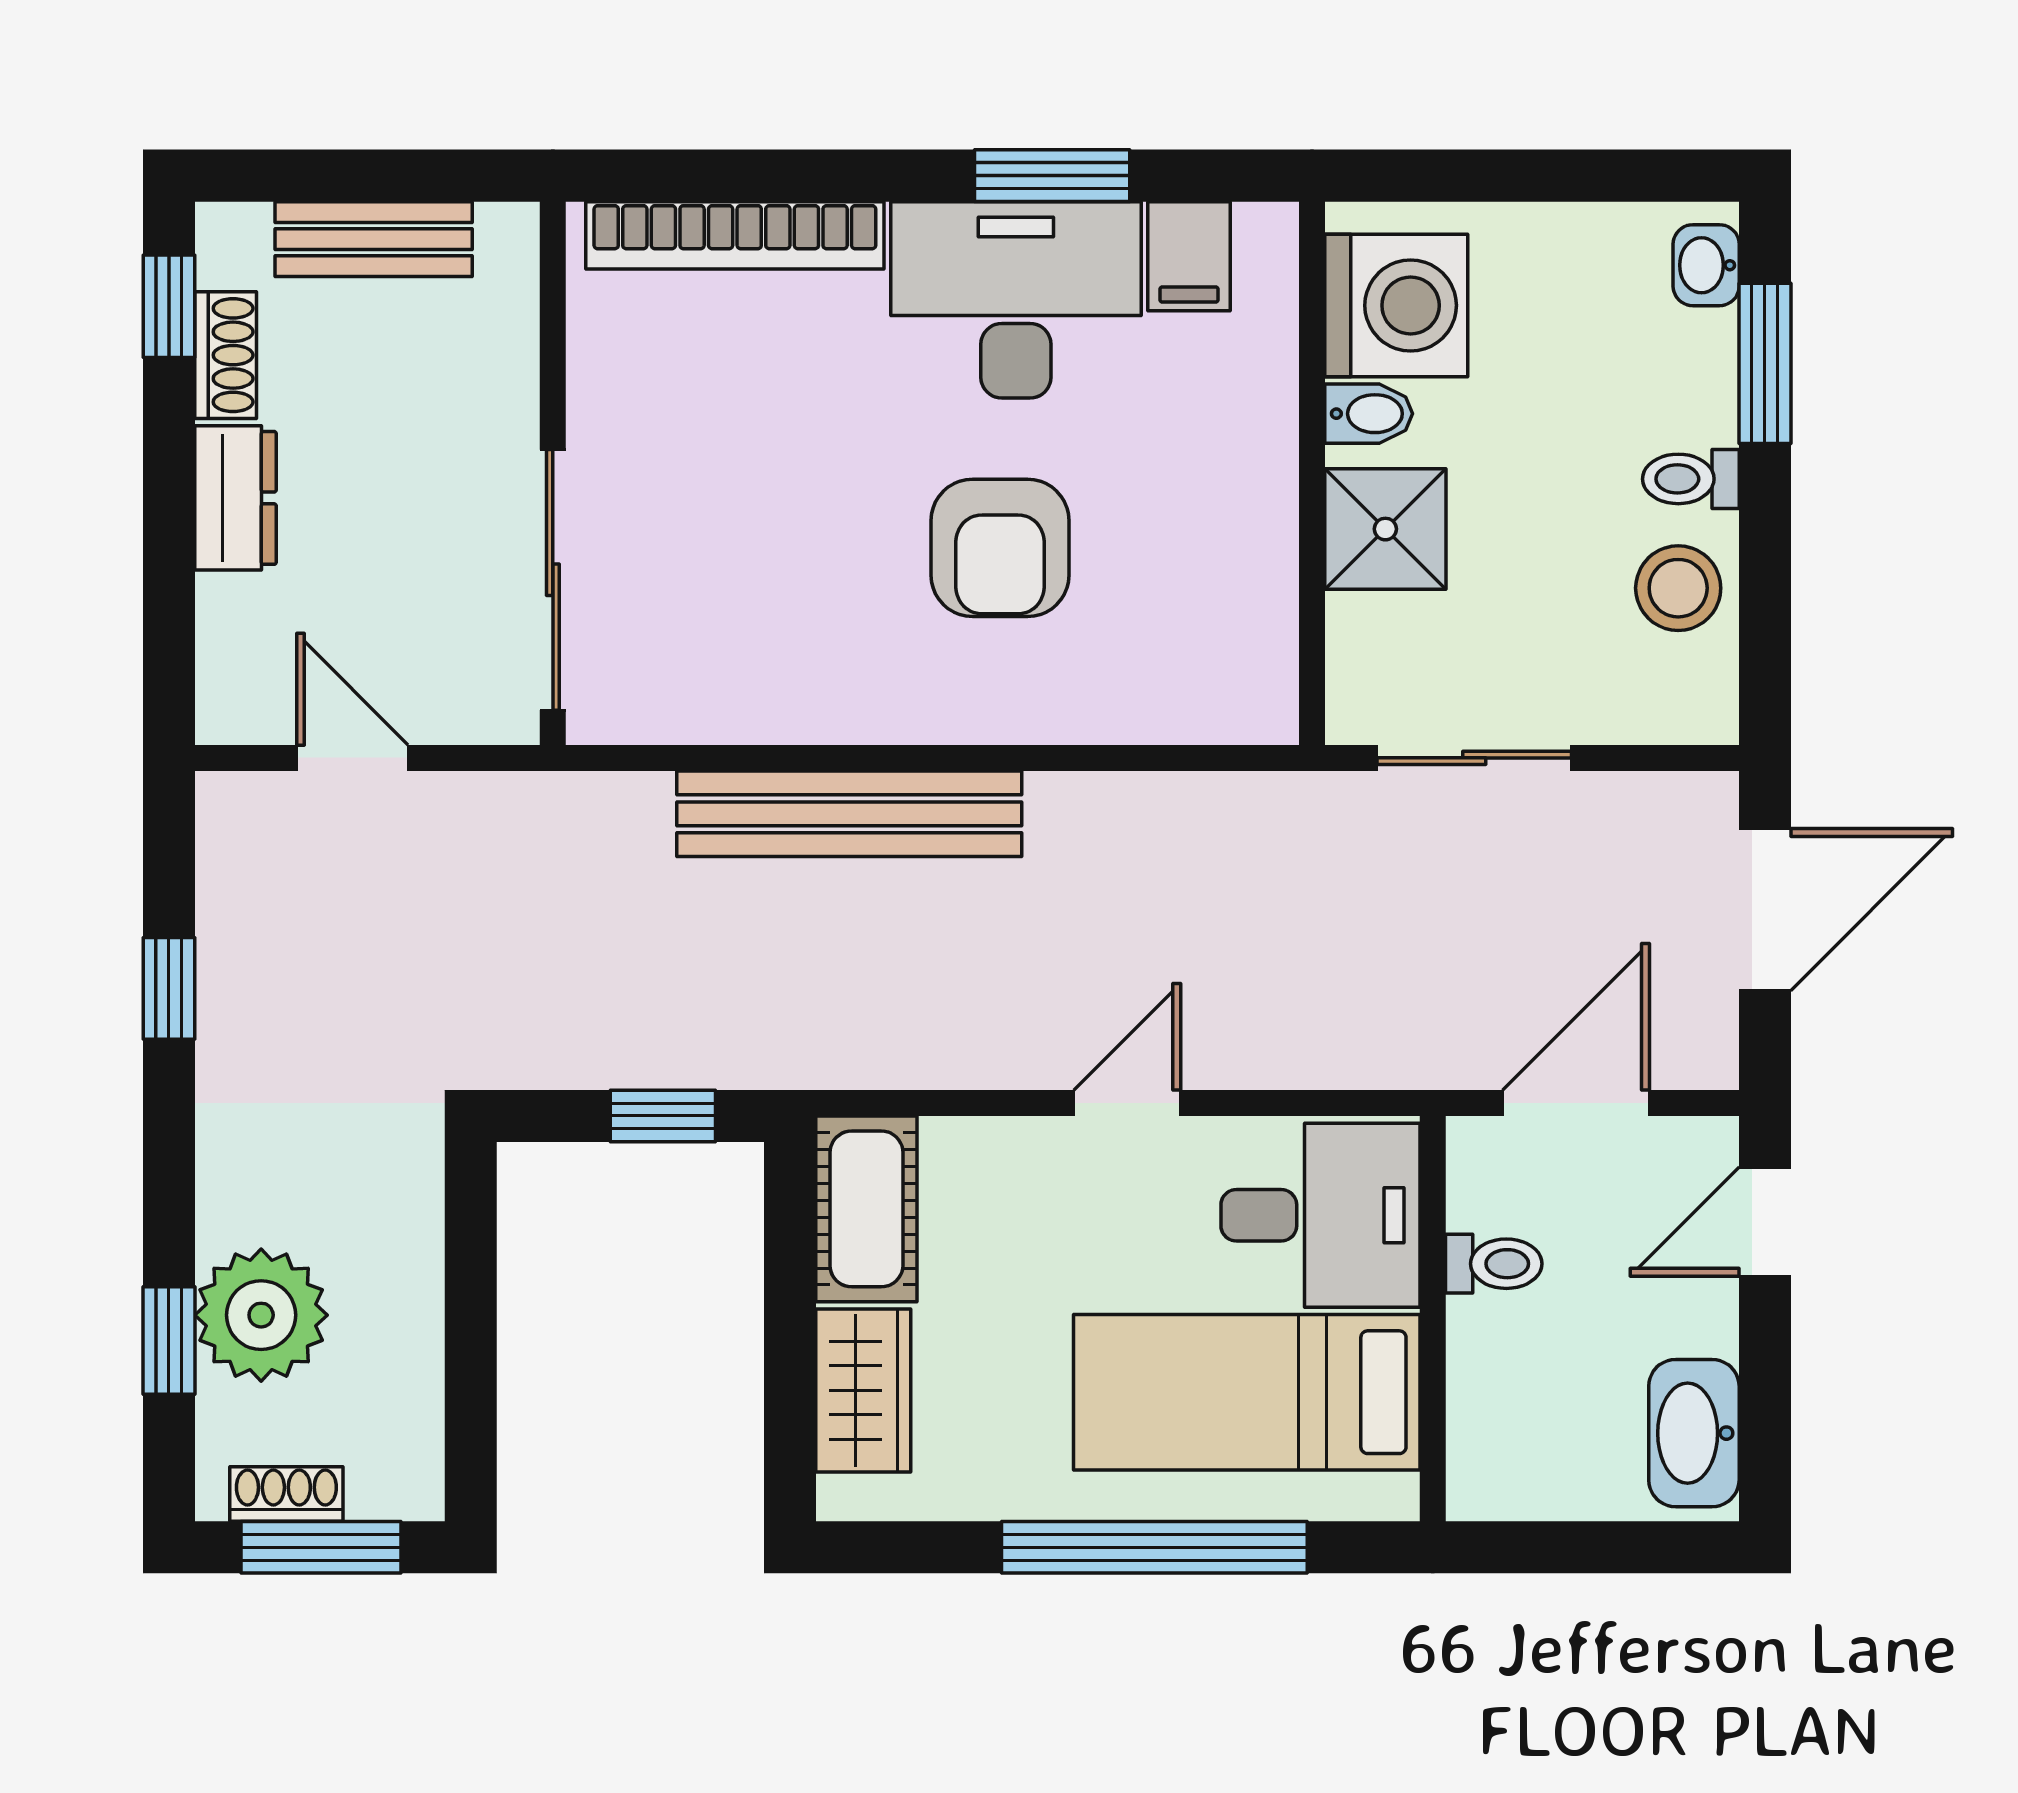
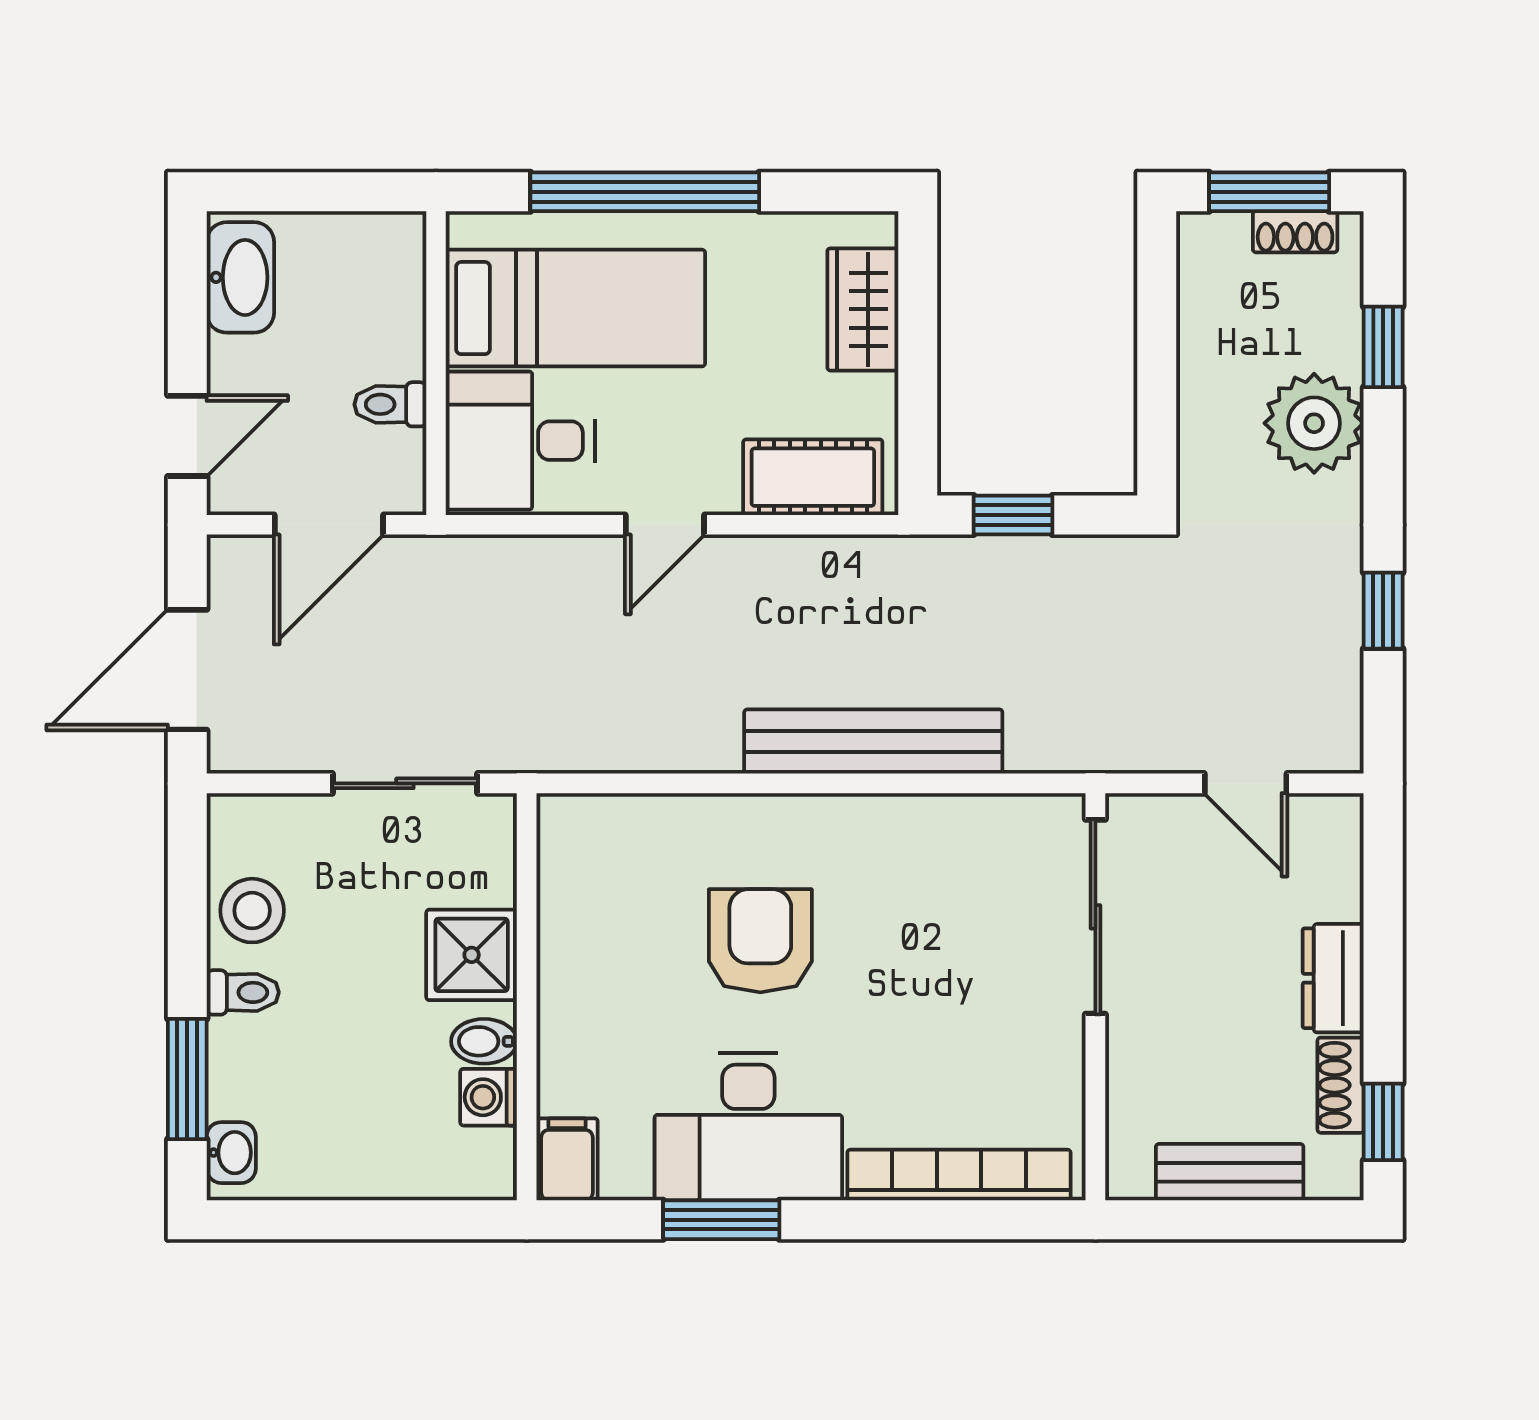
filing cabinet: (1189, 256) -> (567, 1159), moved
washing machine: (1396, 305) -> (489, 1097), width x0.53, depth x0.53
cot: (866, 1209) -> (813, 477), moved, turned 90
plant: (261, 1315) -> (1314, 423), moved

